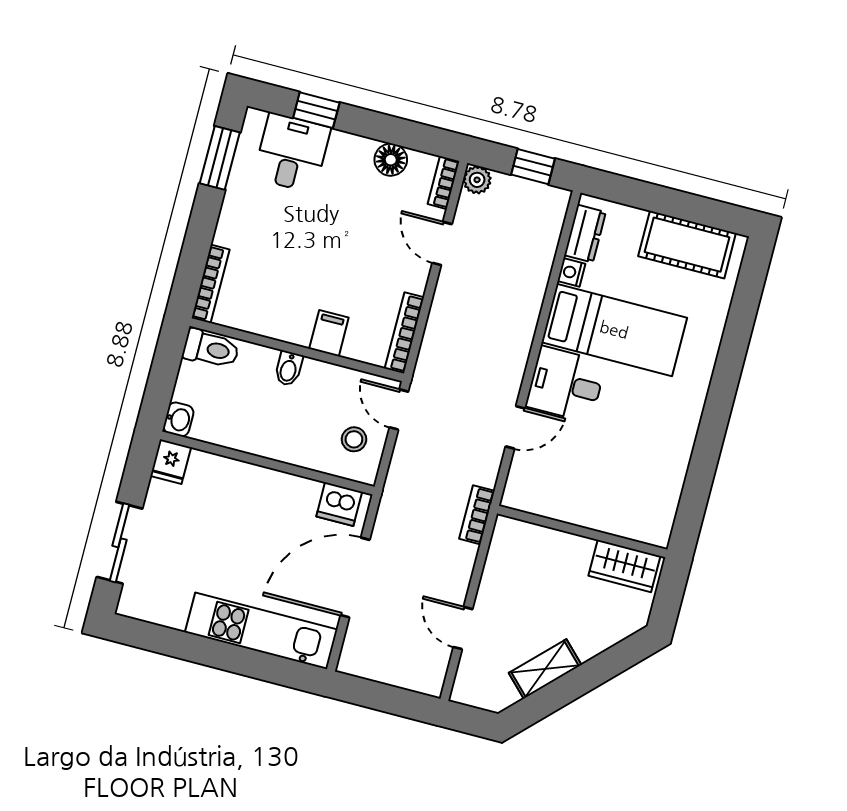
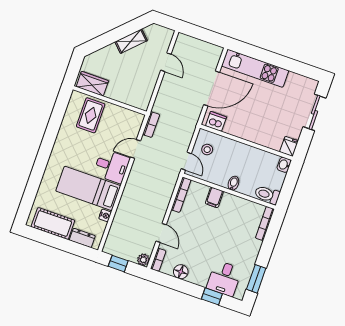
dresser: (585, 234) -> (82, 238), moved, turned 90
rug: (622, 495) -> (91, 115), added
bookcase: (477, 515) -> (151, 124), moved

